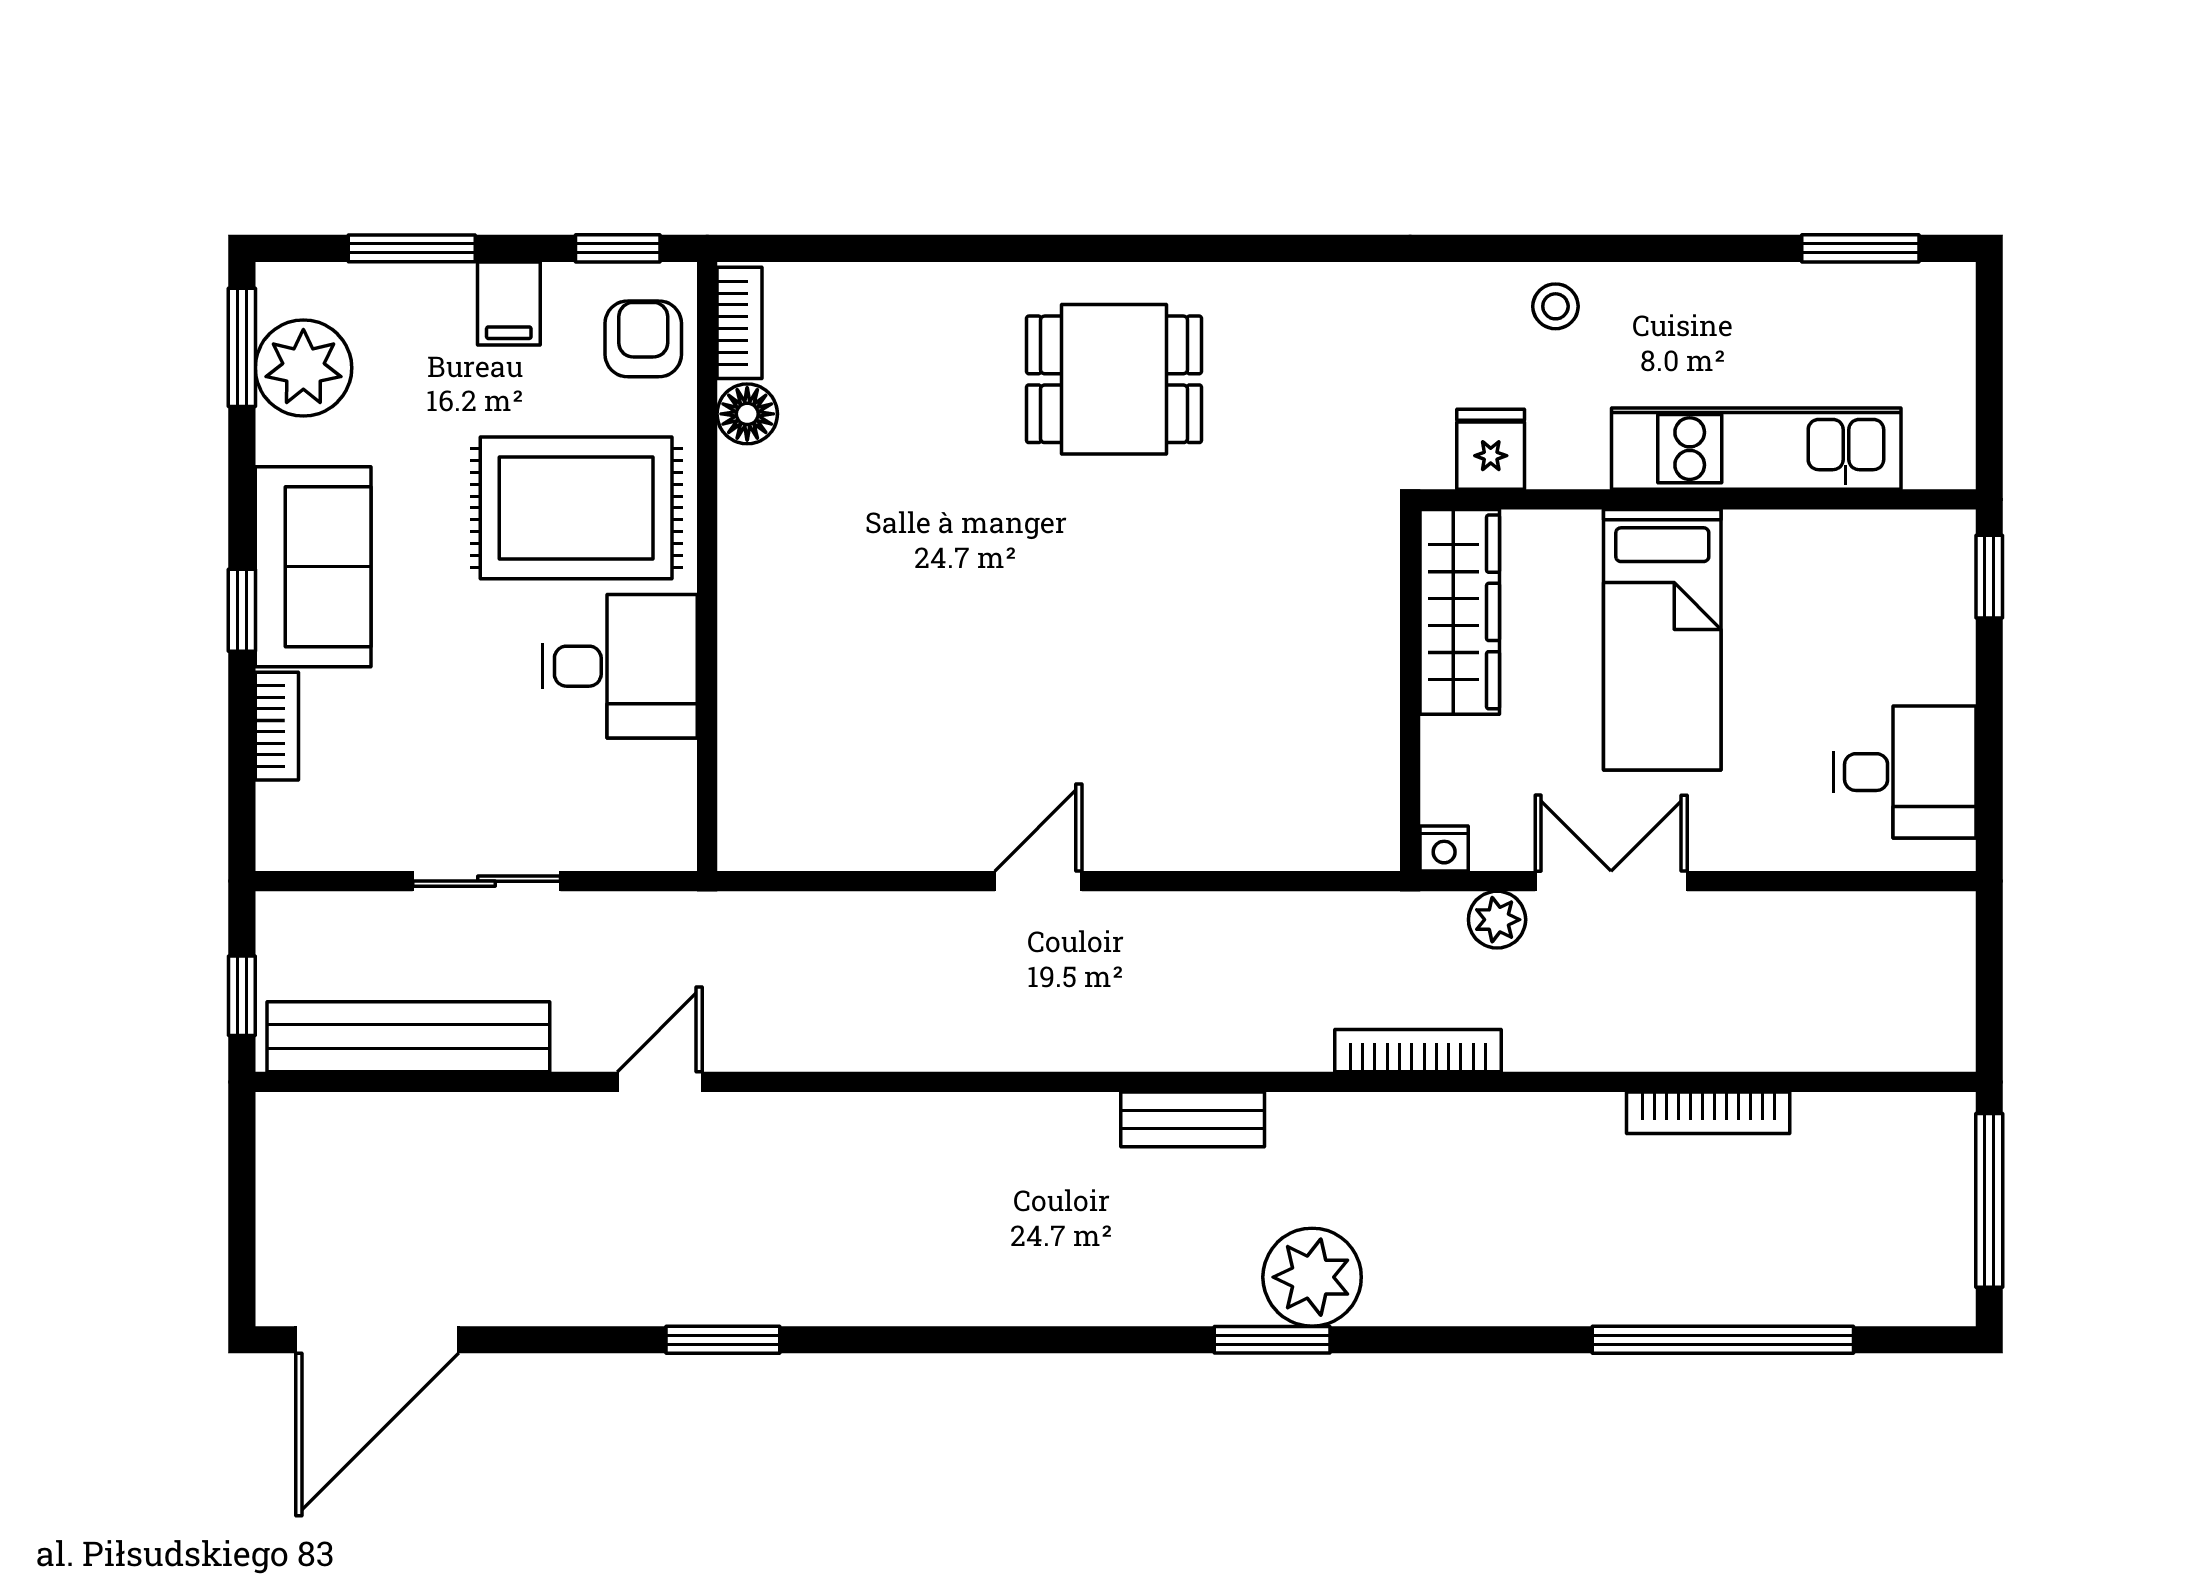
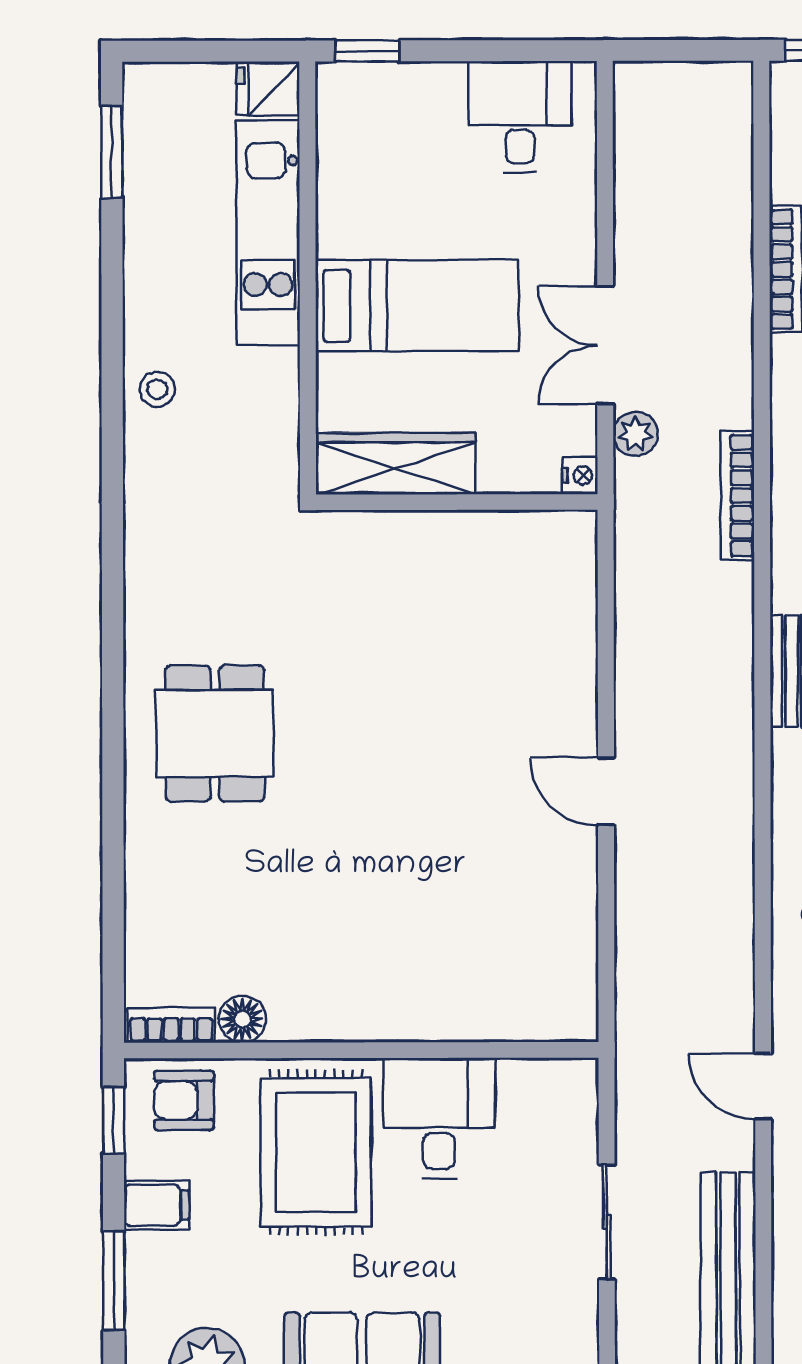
fridge: (1491, 449) -> (268, 89), moved

